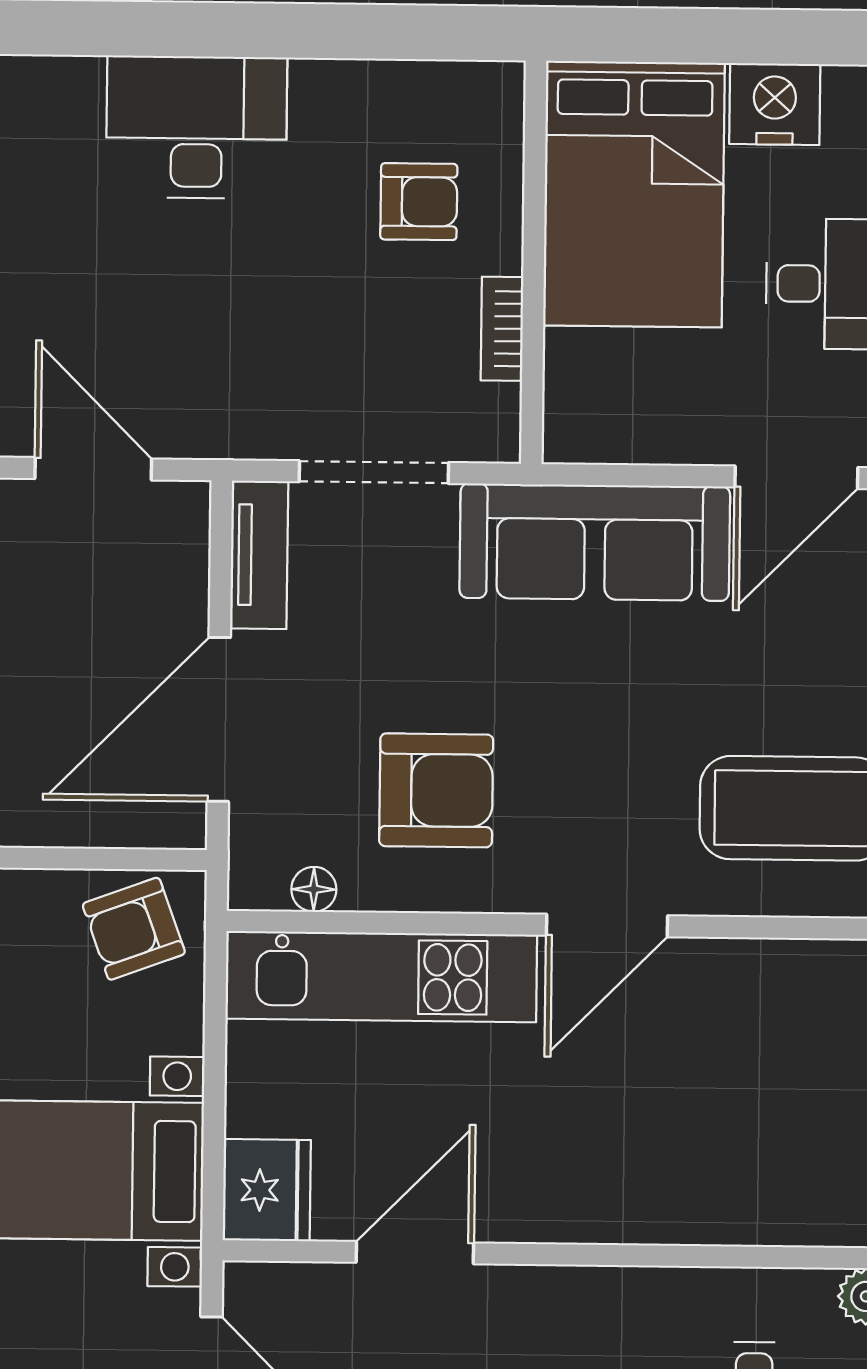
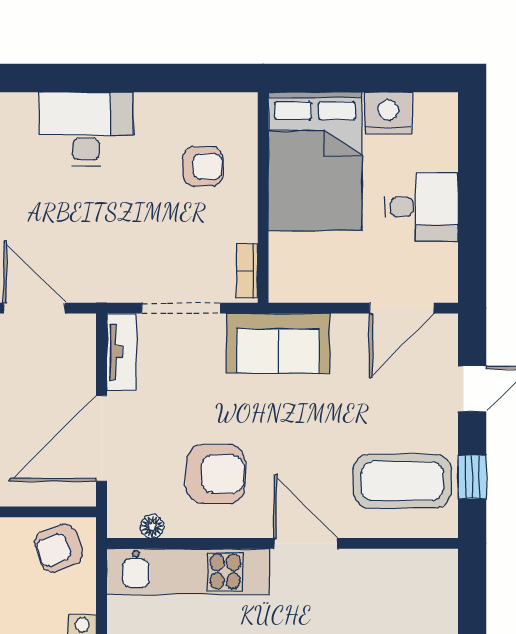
bookcase: (502, 329) -> (247, 271), moved
sofa: (595, 542) -> (278, 343), width x0.73
door: (607, 925) -> (306, 543), swing flipped

